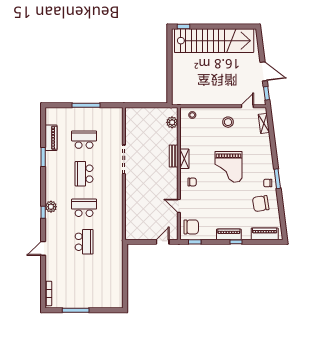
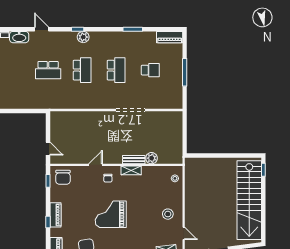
plant: (172, 122) -> (152, 158), moved
piano: (51, 138) -> (170, 37), moved
school desk: (84, 140) -> (150, 70), width x0.54
grand piano: (228, 167) -> (111, 214), moved
school desk: (84, 174) -> (116, 70), turned 90
door: (179, 206) -> (95, 165), moved
washbasin: (51, 271) -> (19, 37), added

